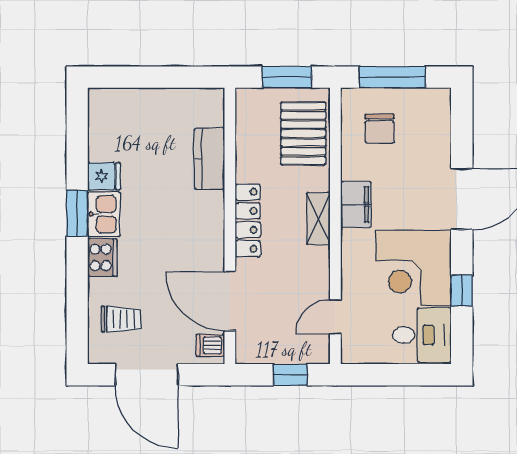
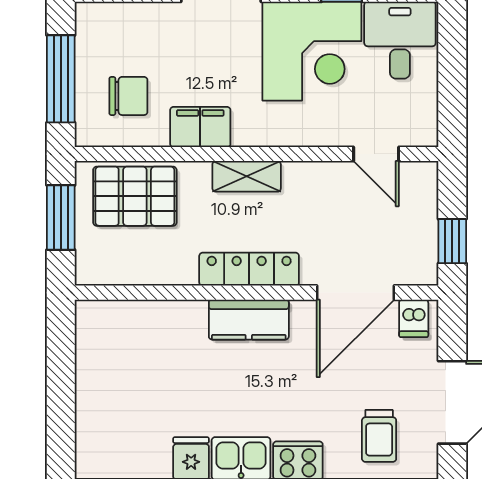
kitchen counter: (209, 159) -> (249, 320), moved
filing cabinet: (356, 205) -> (200, 127), moved
trolley: (121, 319) -> (379, 436), turned 180
window: (290, 375) -> (452, 241), moved

